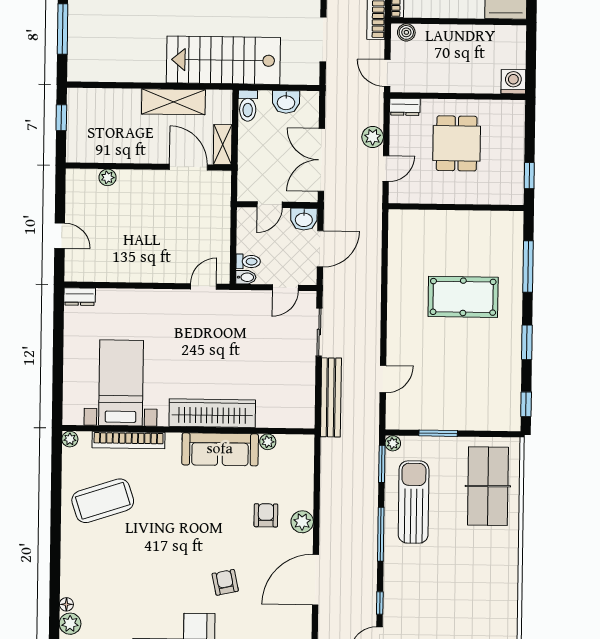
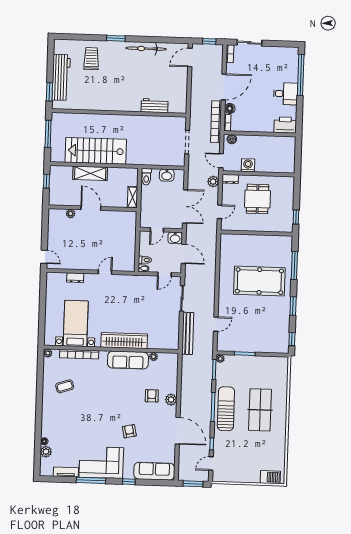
stairs: (223, 60) -> (96, 151), moved
washing machine: (513, 82) -> (248, 165), moved
shelving: (173, 102) -> (90, 173), moved
plant: (373, 137) -> (213, 182), moved
double door: (321, 160) -> (185, 206), swing flipped
door: (188, 167) -> (91, 208), moved
door: (60, 236) -> (44, 257), moved
door: (320, 249) -> (183, 254), hinge flipped
door: (203, 286) -> (105, 272), moved
dresser: (80, 297) -> (75, 278), moved
pool table: (463, 297) -> (259, 281), width x1.36, depth x1.32
table tennis table: (488, 486) -> (260, 410), moved
coffee table: (103, 501) -> (65, 386), width x0.54, depth x0.58
sun lounger: (414, 502) -> (226, 409), moved
door: (316, 580) -> (178, 431), swing flipped

